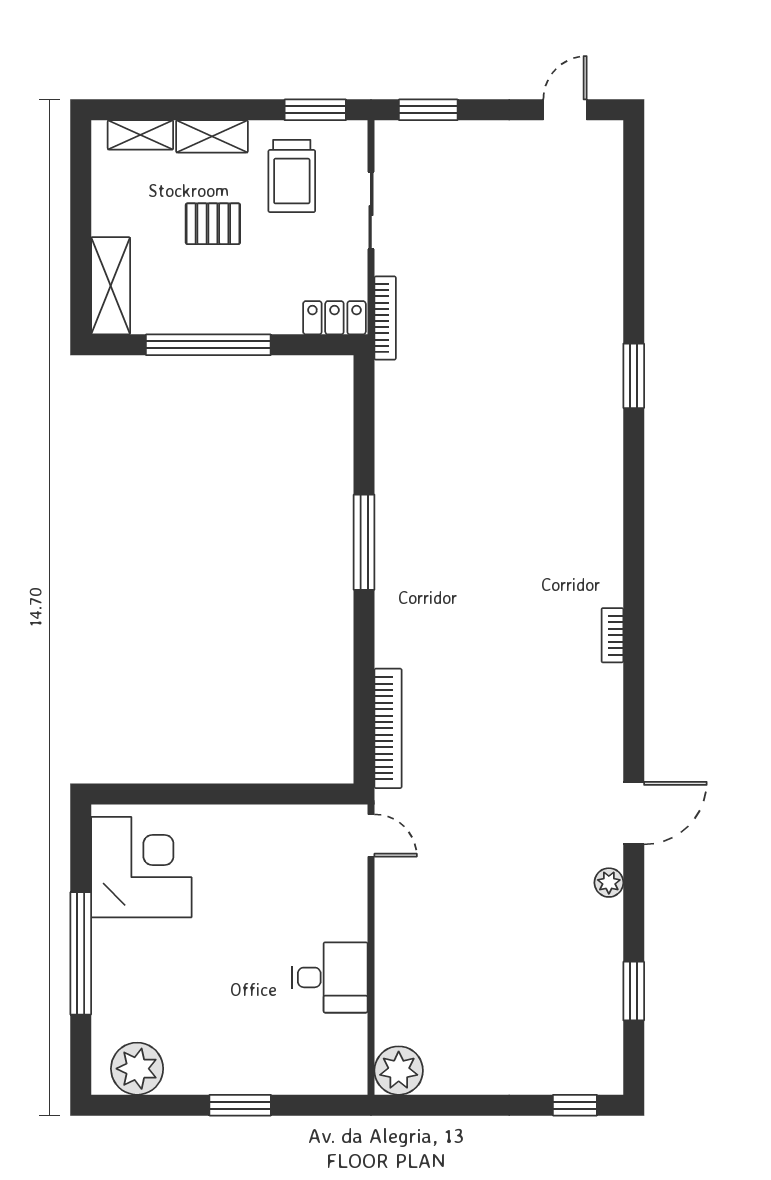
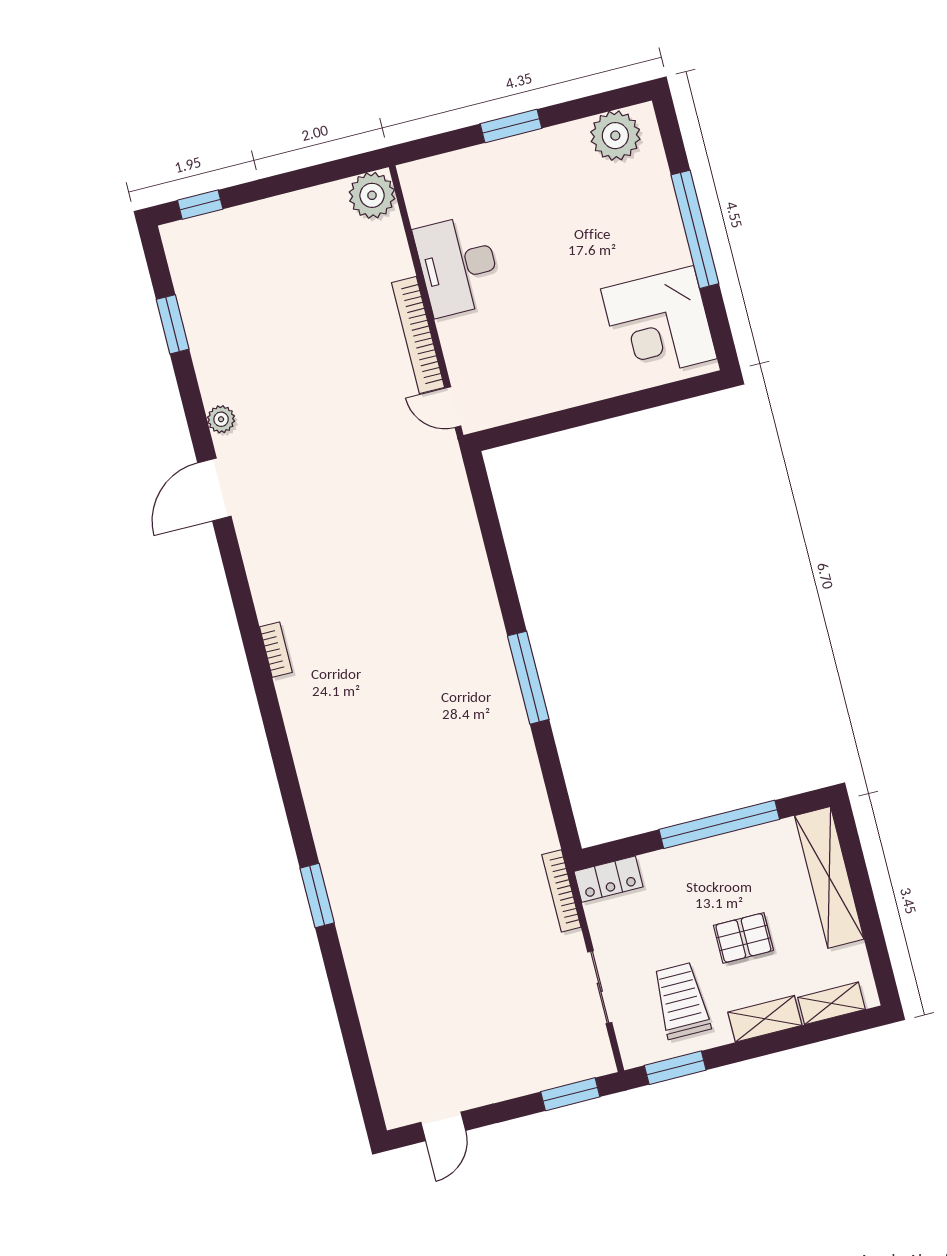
shelving: (111, 286) -> (829, 877), width x1.47
bookcase: (388, 728) -> (418, 335), moved
desk: (330, 977) -> (458, 266), width x1.37

